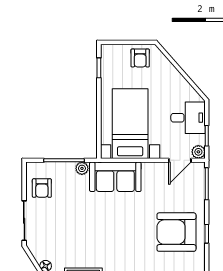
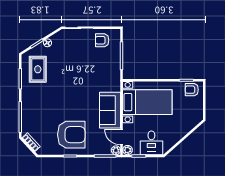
armchair: (140, 58) -> (192, 90), moved
plant: (82, 168) -> (116, 150), moved
sofa: (115, 177) -> (110, 110), moved
armchair: (176, 232) -> (71, 135), turned 90

